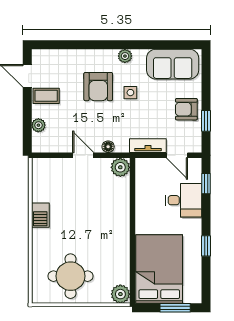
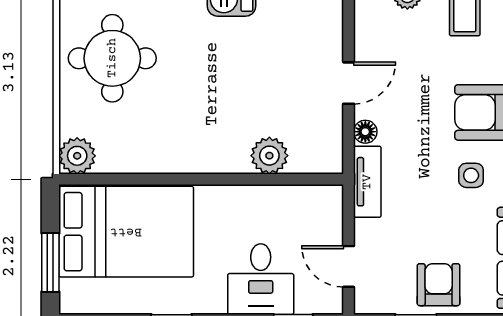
tv unit: (148, 146) -> (367, 182), moved
door: (177, 155) -> (349, 266), hinge flipped
plant: (120, 167) -> (269, 156), moved

